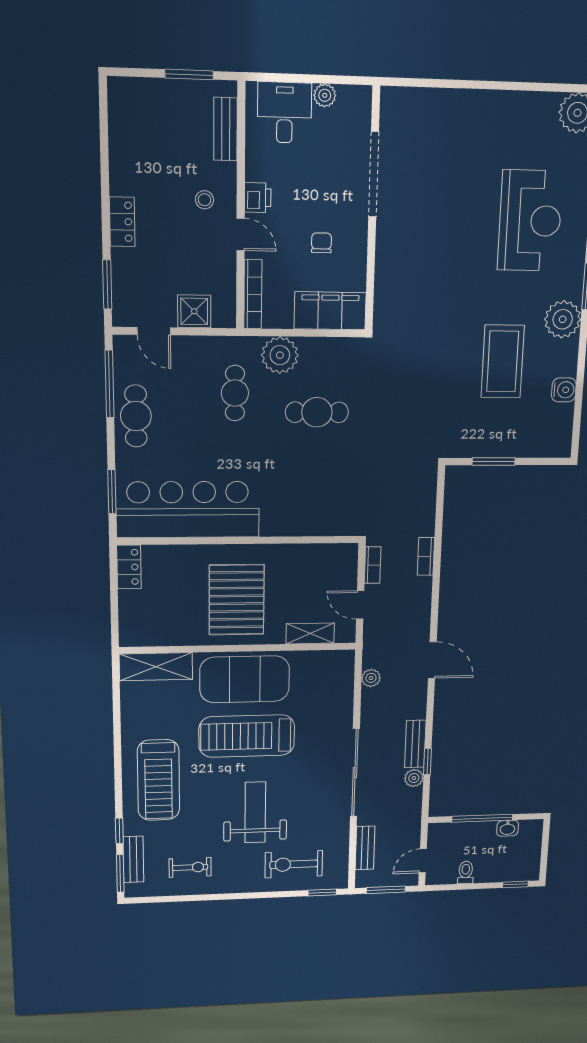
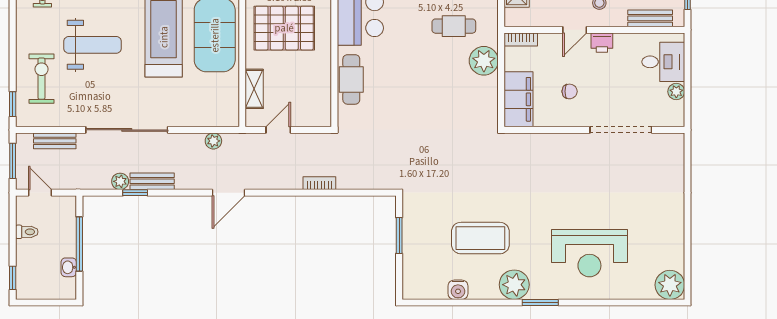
bookcase: (253, 294) -> (521, 39), width x0.64
cafe table: (317, 412) -> (351, 79), moved
bookcase: (373, 565) -> (313, 139), removed

